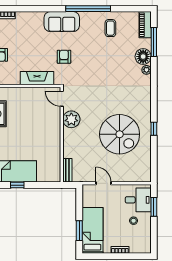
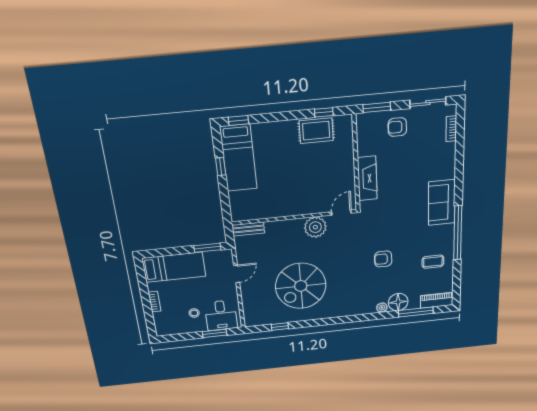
armchair: (64, 57) -> (383, 259), moved, turned 180
window: (154, 129) -> (280, 326), moved
window: (79, 231) -> (207, 248), moved

